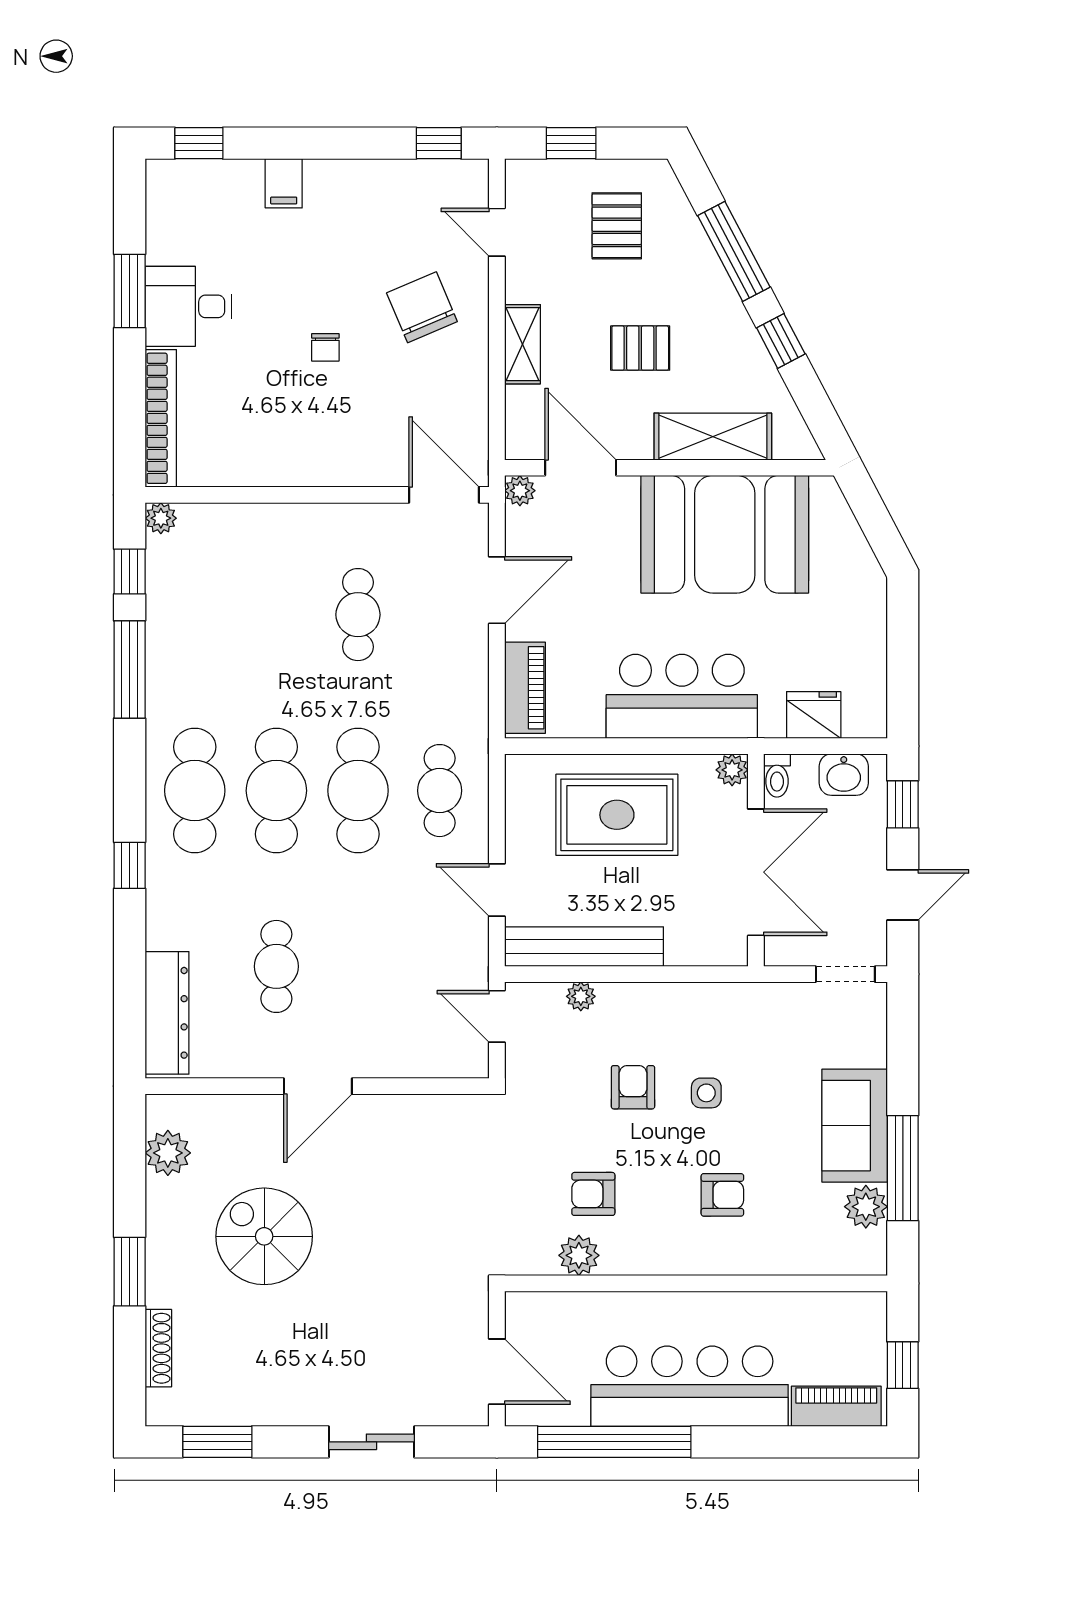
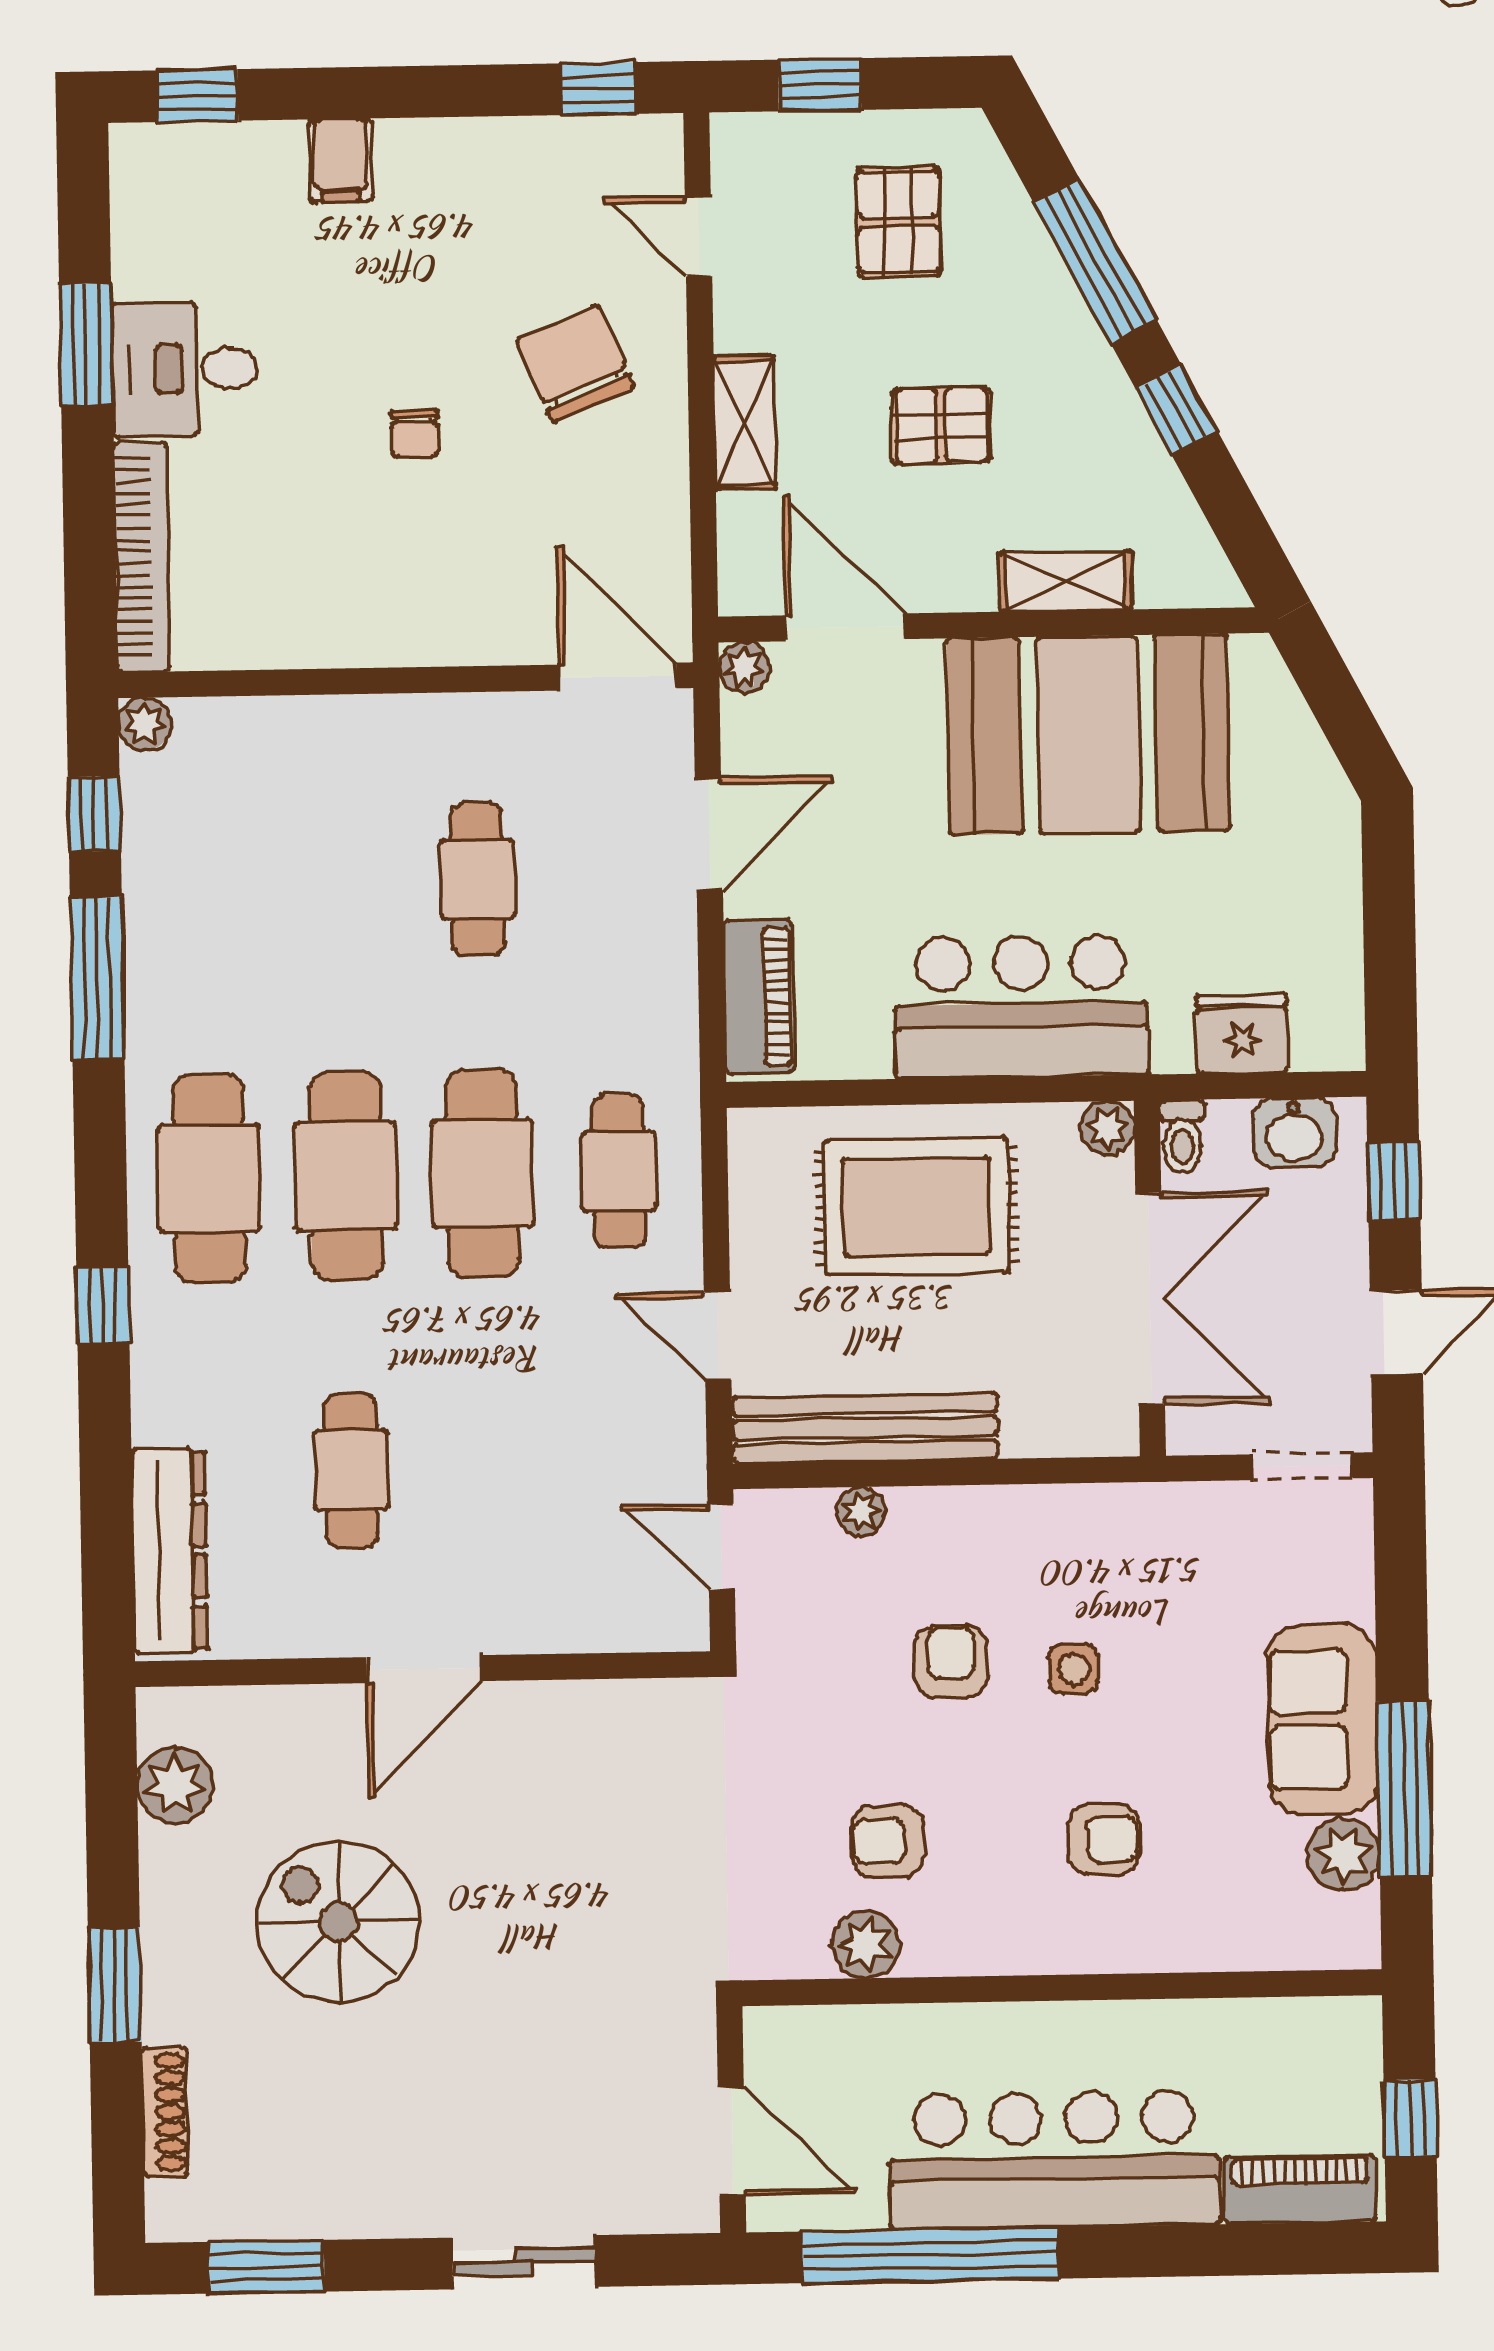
shelving: (713, 437) -> (1066, 581), width x0.67, depth x0.75

